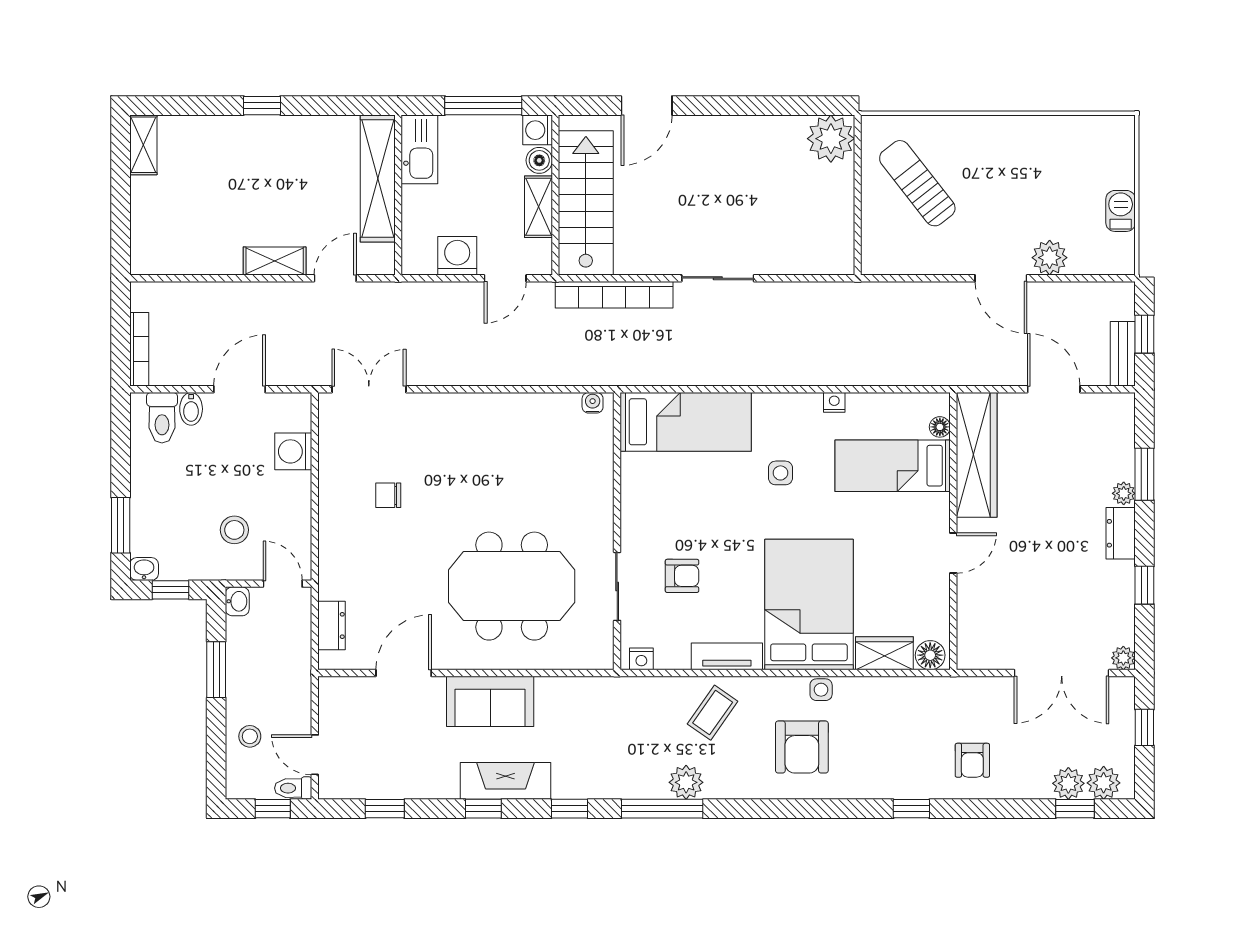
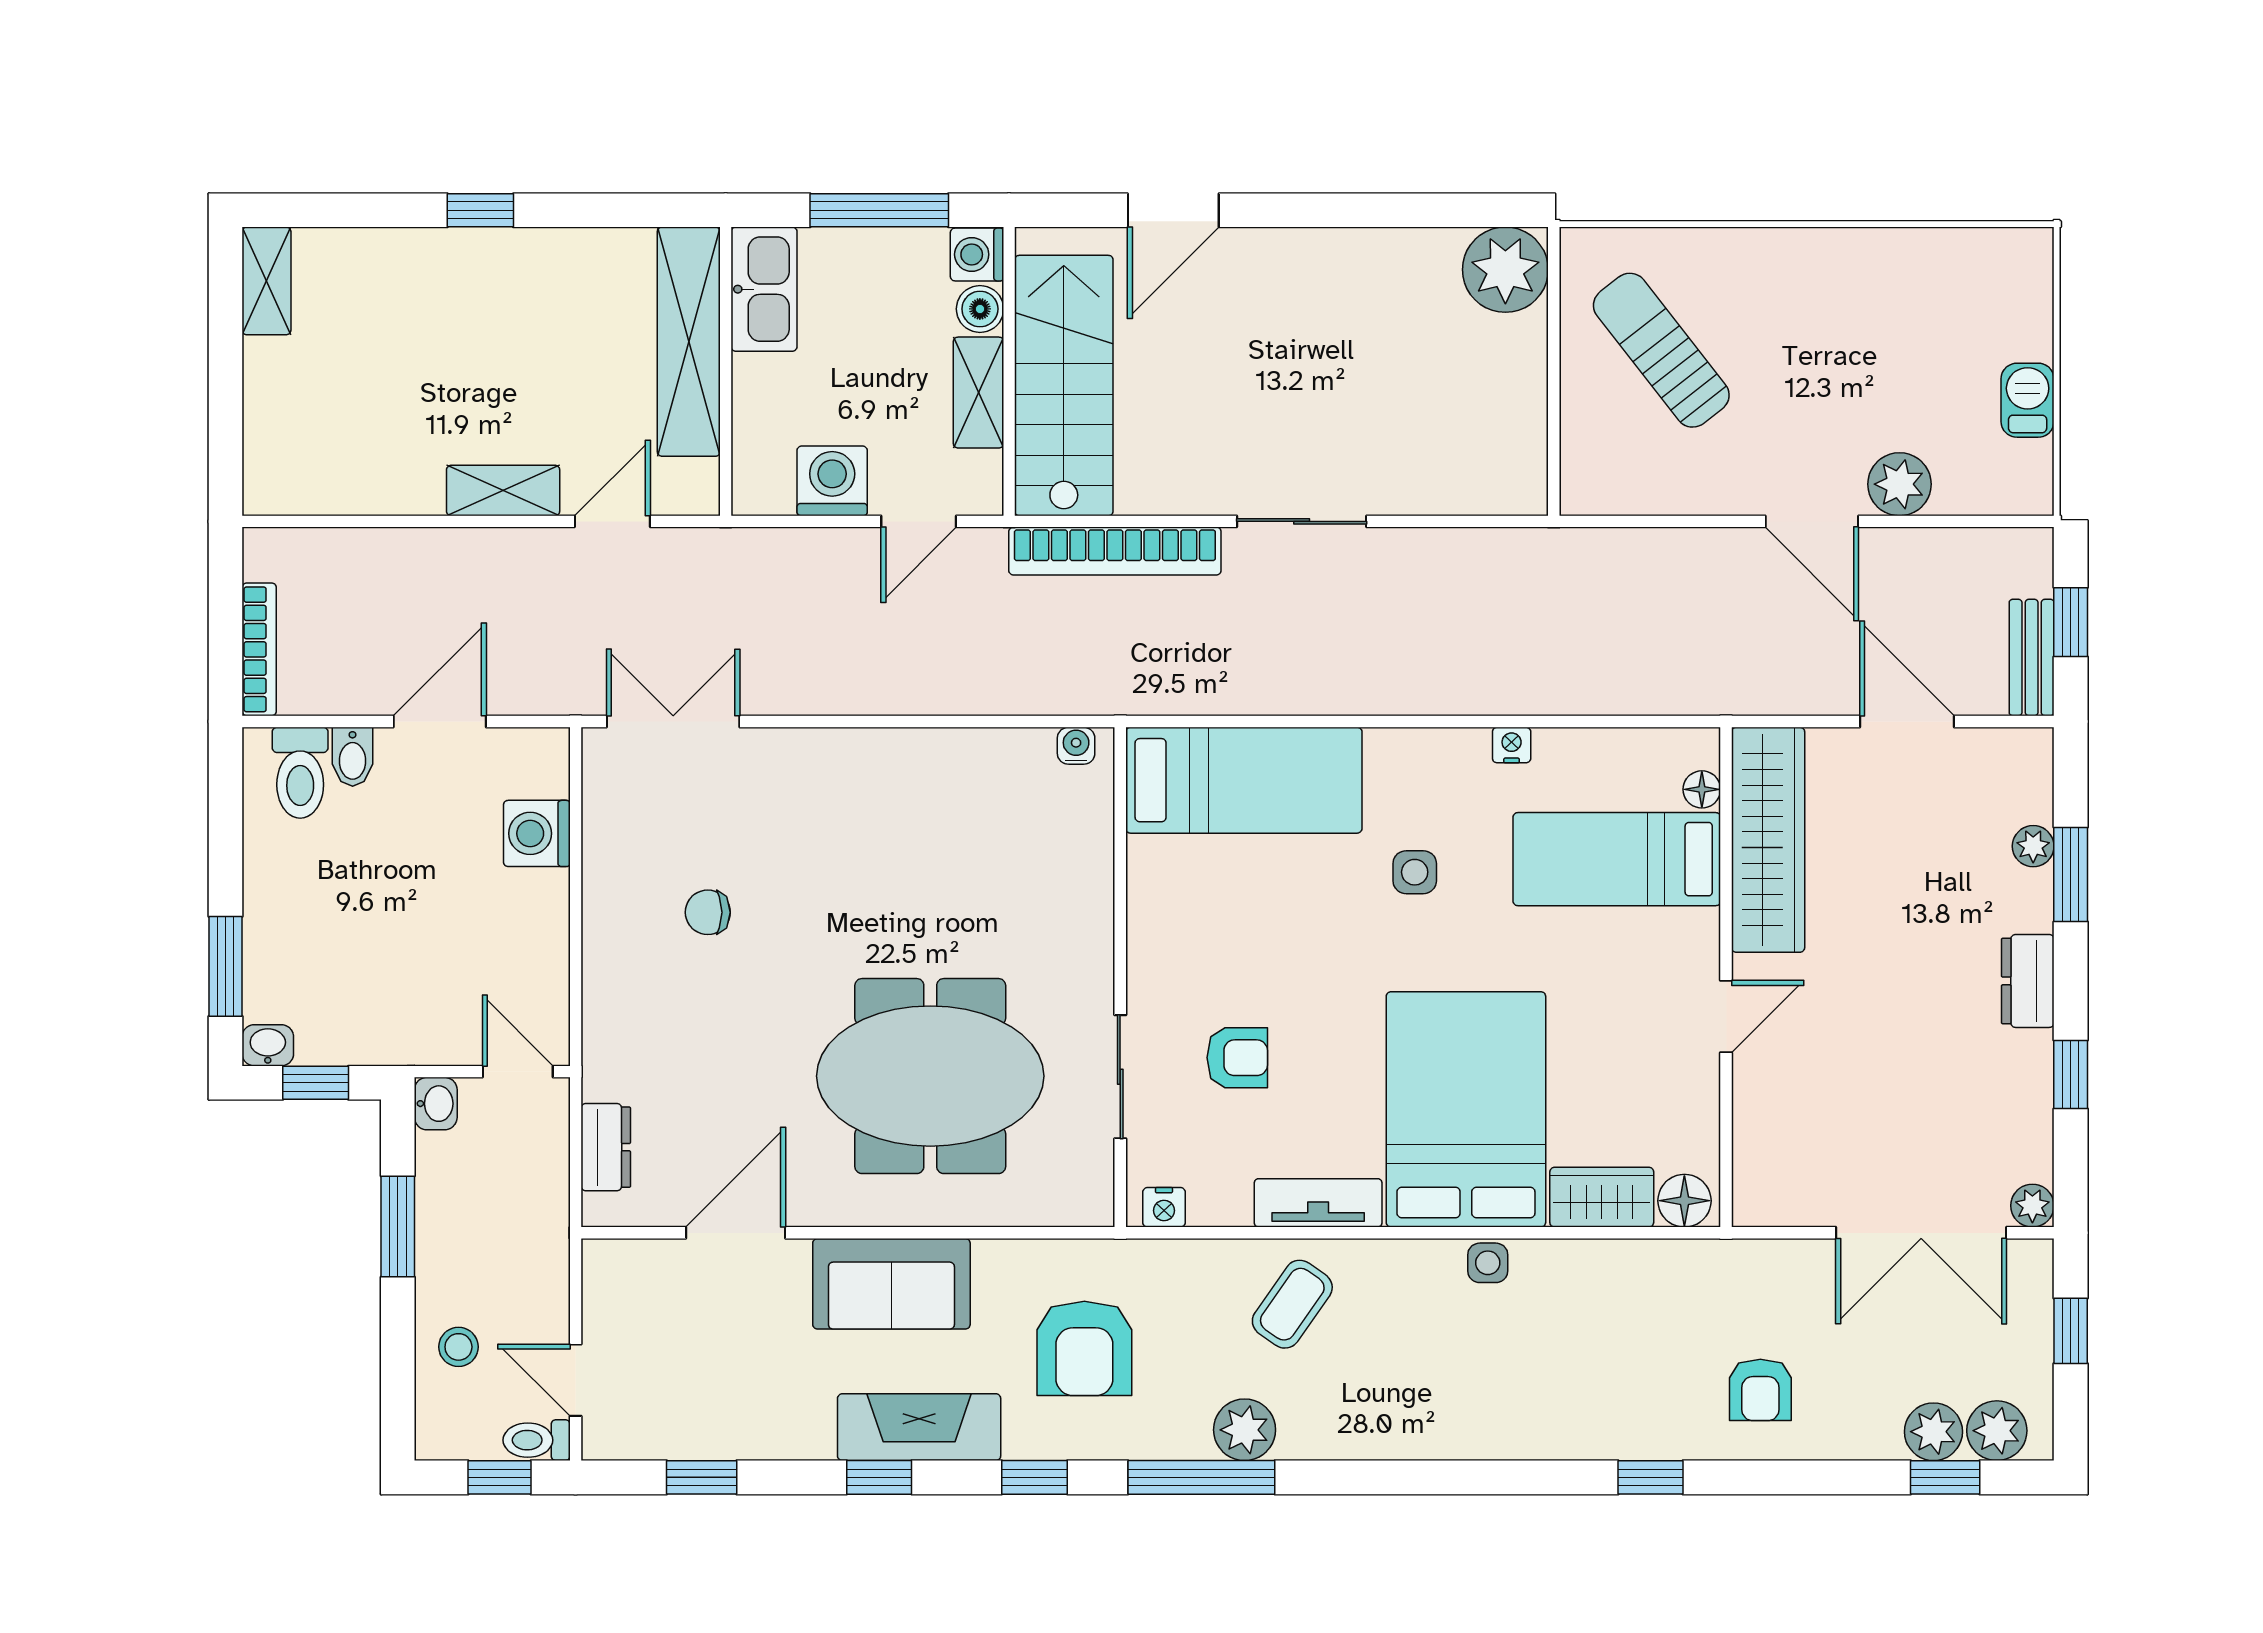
plant: (1124, 493) -> (2033, 846), moved
stool: (234, 530) -> (431, 975), removed
armchair: (802, 747) -> (1084, 1348), moved

